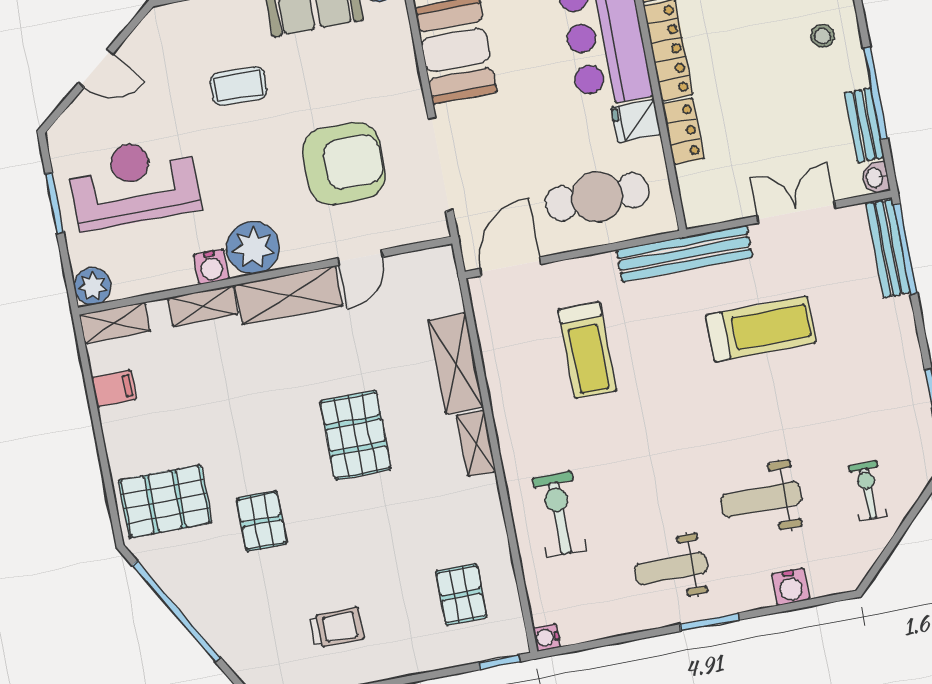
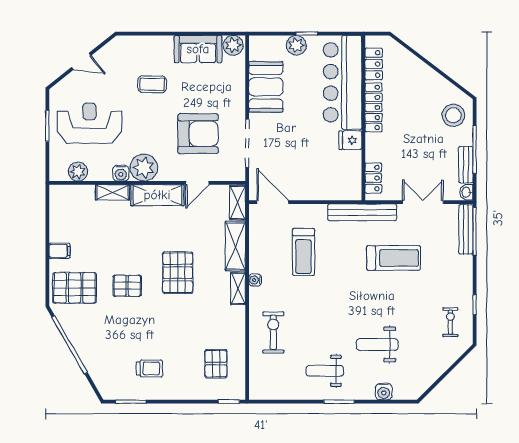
stool: (823, 36) -> (453, 115), width x1.89, depth x1.89
locker: (683, 131) -> (373, 178), moved
cafe table: (597, 197) -> (323, 175), removed
door: (511, 266) -> (273, 202), hinge flipped
plant: (93, 286) -> (78, 172), moved
shelving: (115, 323) -> (238, 203), moved, turned 90
filing cabinet: (114, 388) -> (60, 251), moved
exercise bike: (868, 491) -> (450, 322), moved
pallet: (262, 521) -> (127, 286), moved, turned 90
water cooler: (547, 637) -> (255, 280), moved

